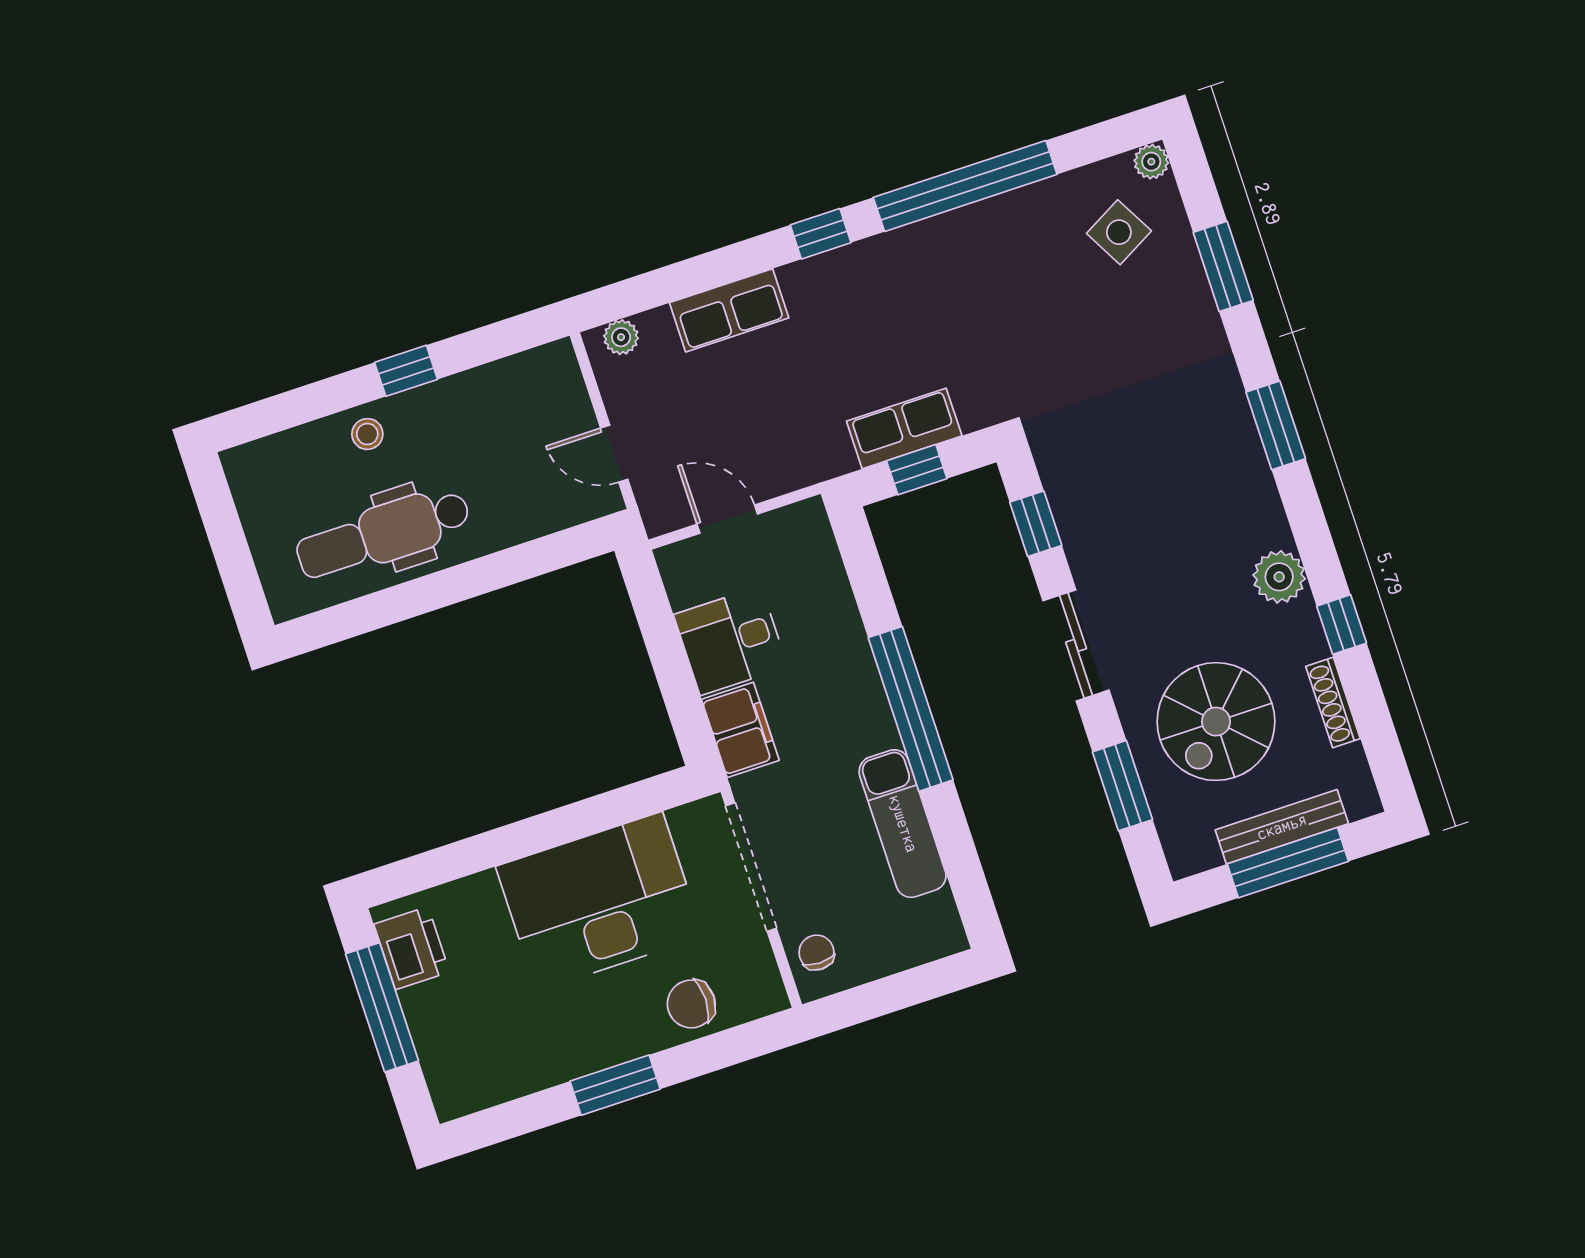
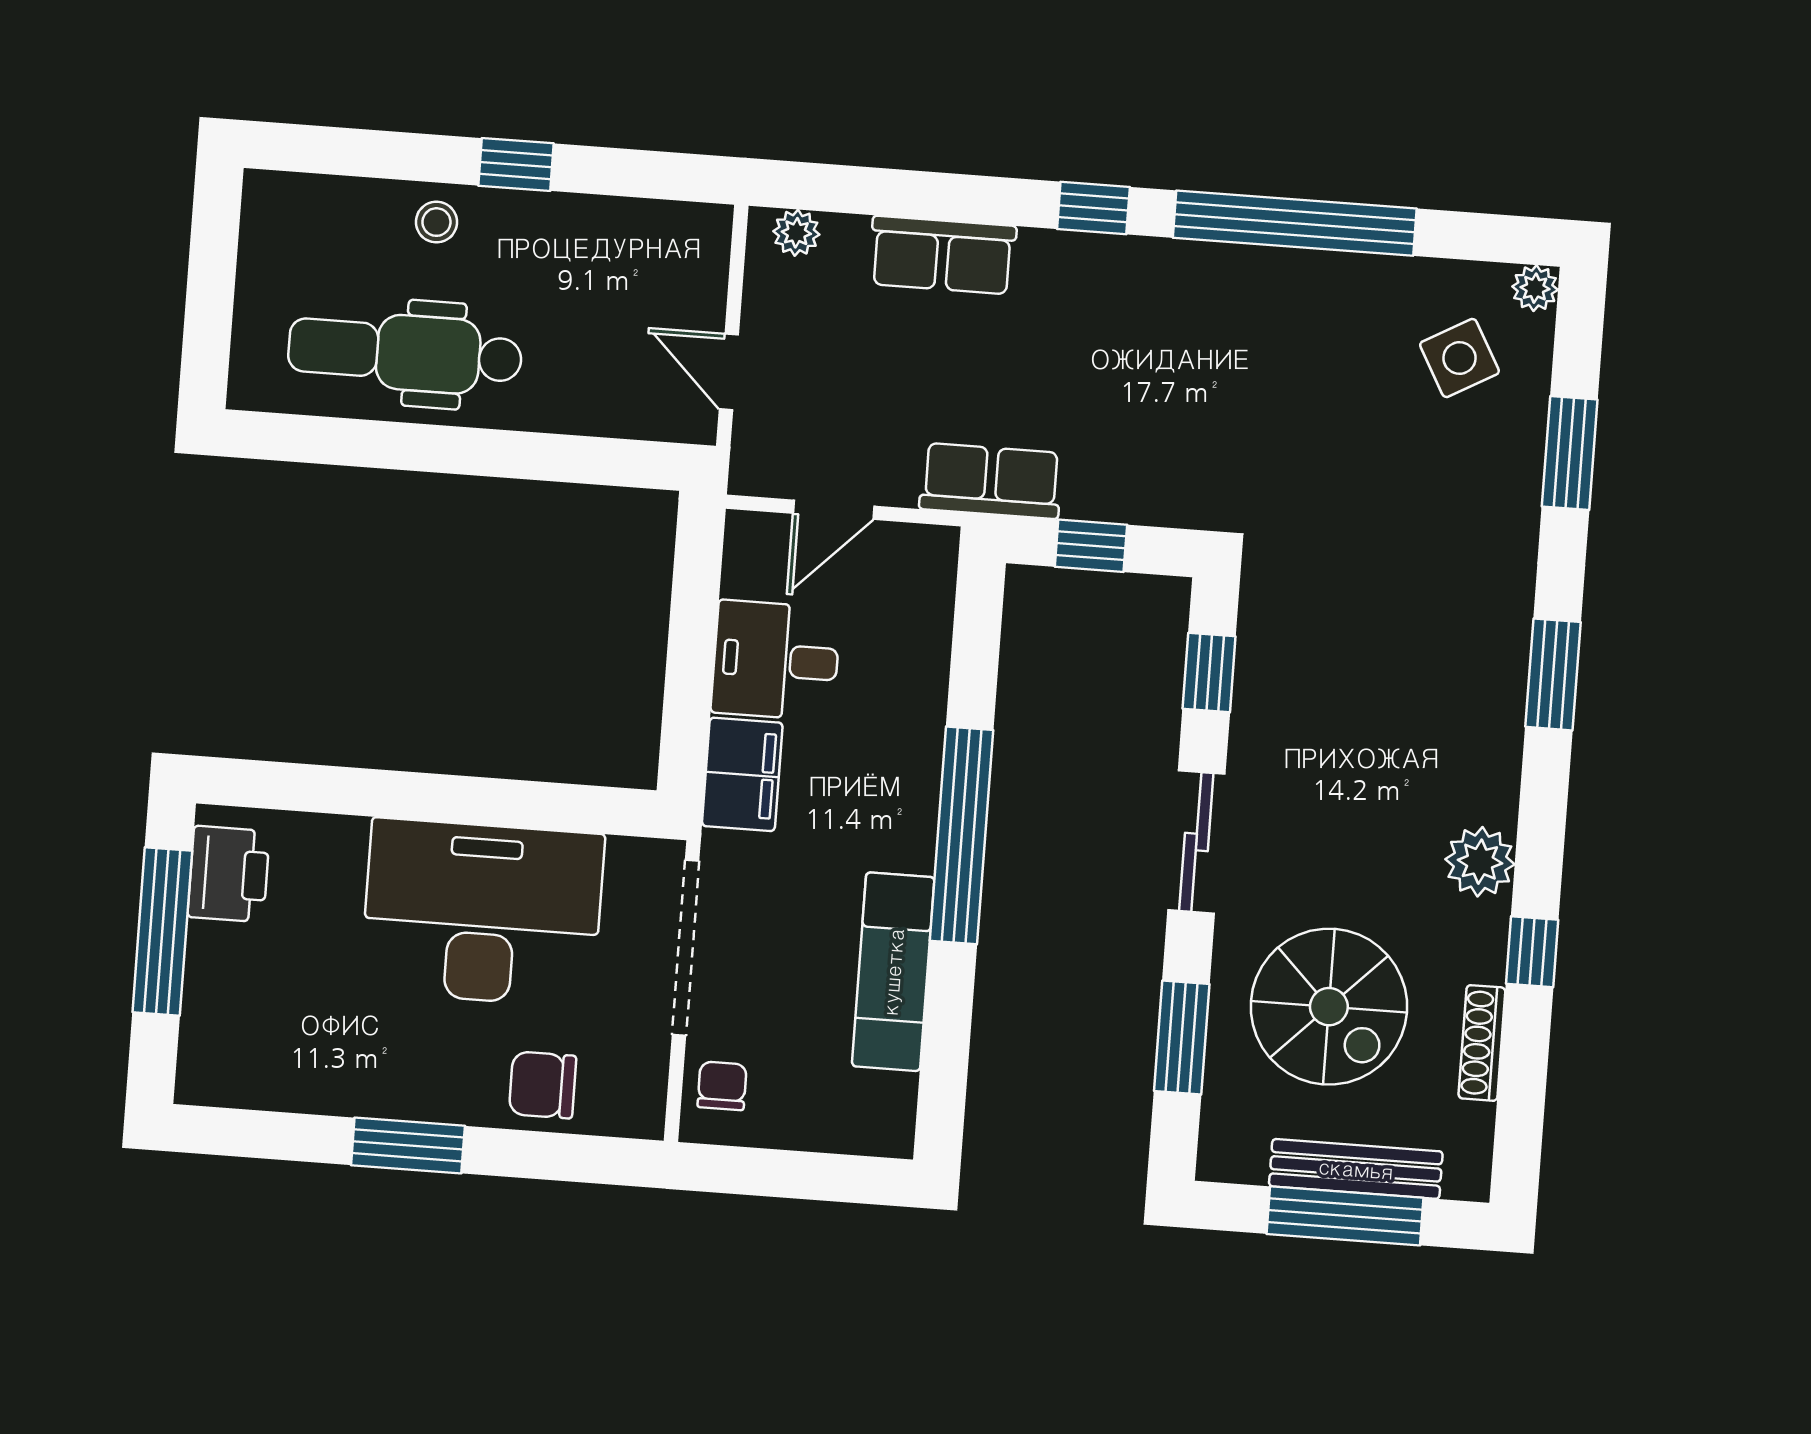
row of seats: (904, 428) -> (991, 481), moved
door: (727, 519) -> (834, 510), swing flipped
spiral stairs: (1216, 722) -> (1329, 1007), turned -90

